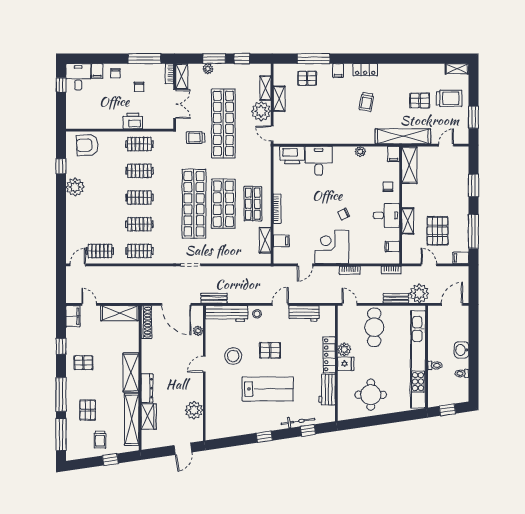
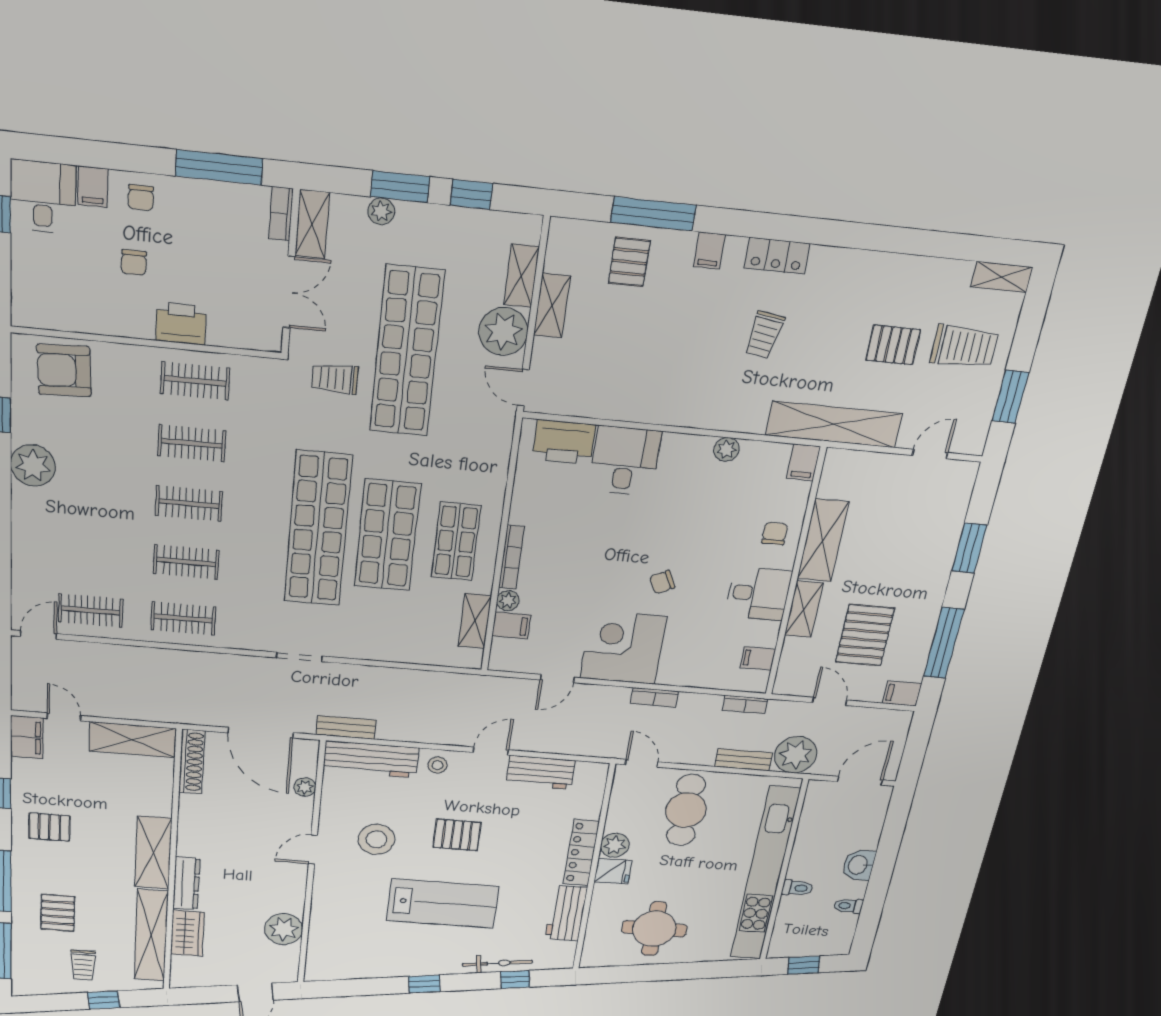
pallet: (307, 78) -> (629, 262), turned 90
chair: (139, 87) -> (134, 262), moved
shelving: (409, 165) -> (823, 540), moved
plant: (278, 229) -> (508, 601), added

